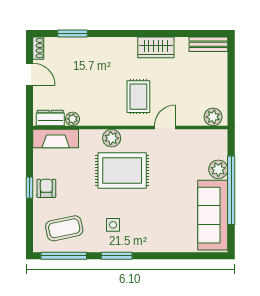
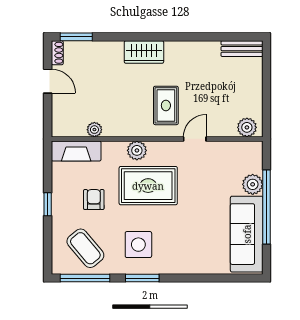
window: (73, 34) -> (76, 37), moved
wardrobe: (156, 47) -> (144, 52), moved
dresser: (50, 118) -> (70, 129), removed
armchair: (46, 188) -> (94, 200), moved
side table: (113, 225) -> (138, 245), width x1.87, depth x1.87
coffee table: (64, 228) -> (85, 248), turned 62

